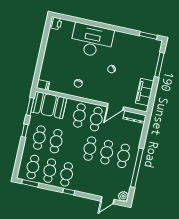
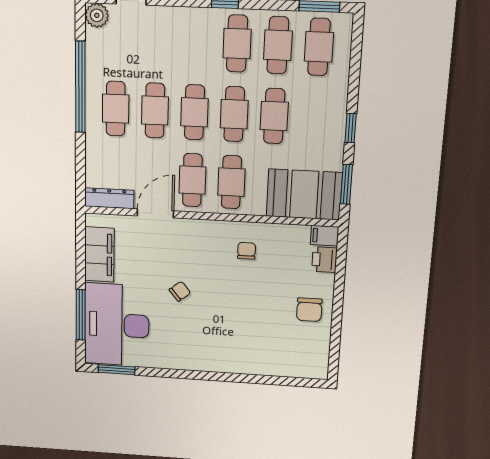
printer: (56, 23) -> (324, 260), moved
desk: (92, 41) -> (117, 325), moved, turned 90
chair: (55, 52) -> (309, 310), added
cafe table: (39, 138) -> (234, 114), moved

